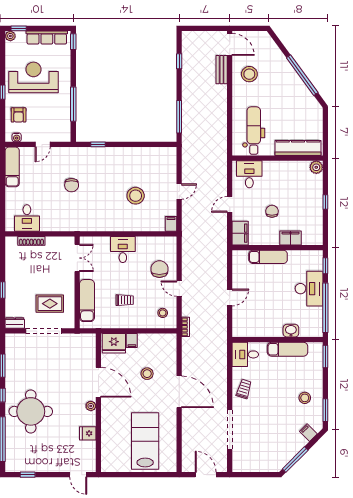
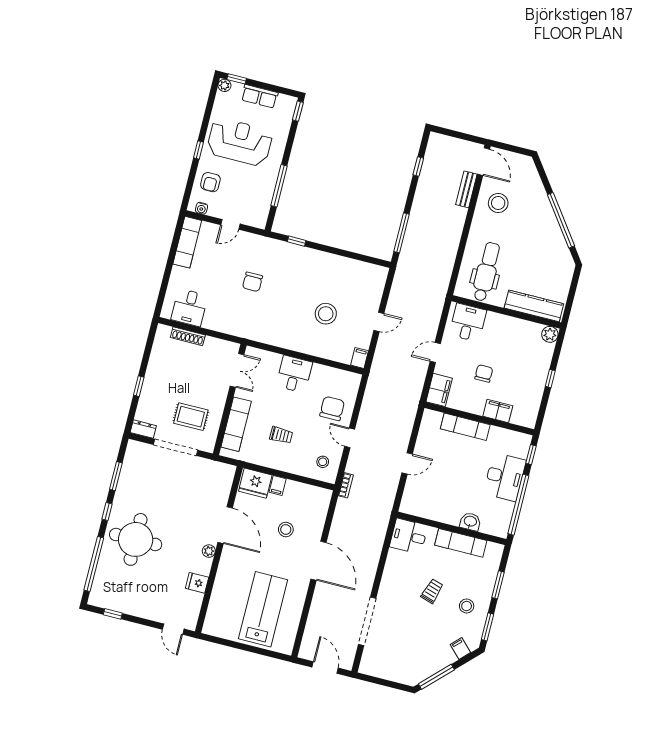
row of seats: (47, 38) -> (260, 96), width x0.68
window: (325, 356) -> (498, 585), moved
trolley: (244, 389) -> (432, 591), moved

